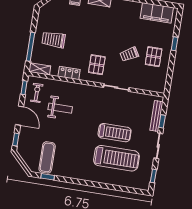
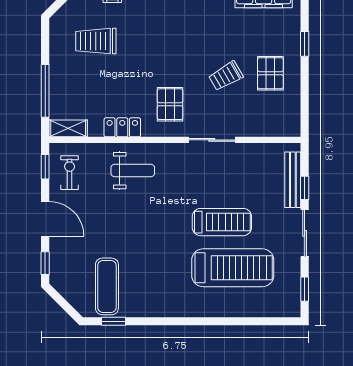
trolley: (54, 40) -> (96, 41), moved
weight bench: (60, 108) -> (133, 171), moved

